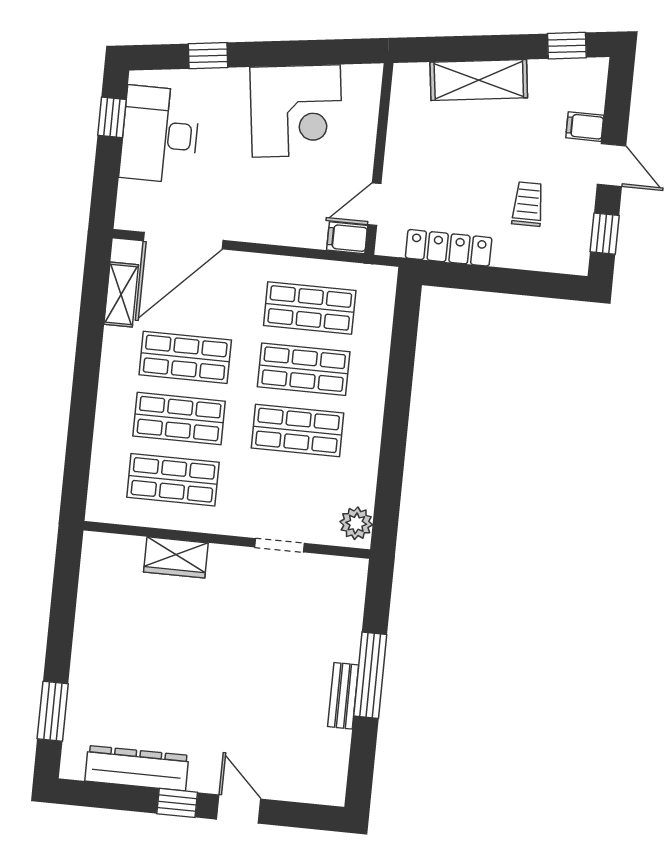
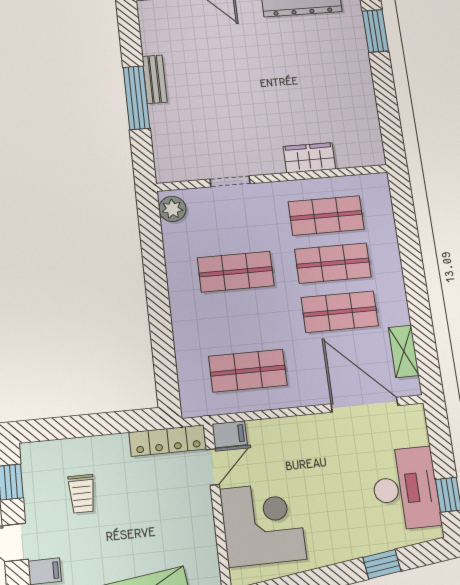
corner desk: (296, 111) -> (263, 524), moved, turned 97
door: (183, 241) -> (364, 405), hinge flipped
locker: (449, 248) -> (168, 441), moved
shop shelf: (304, 369) -> (242, 321), removed

